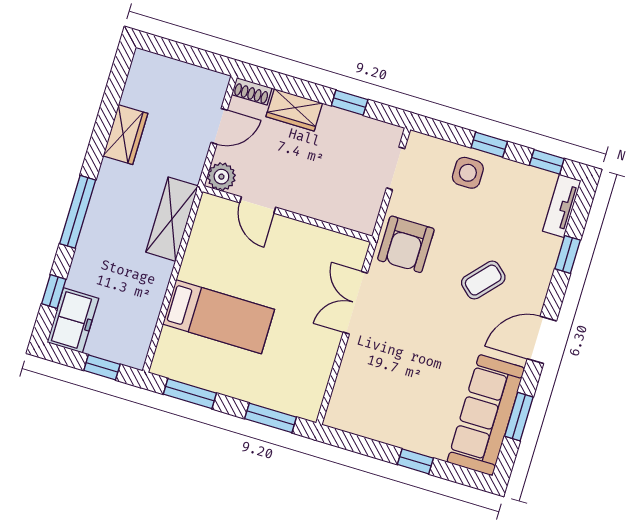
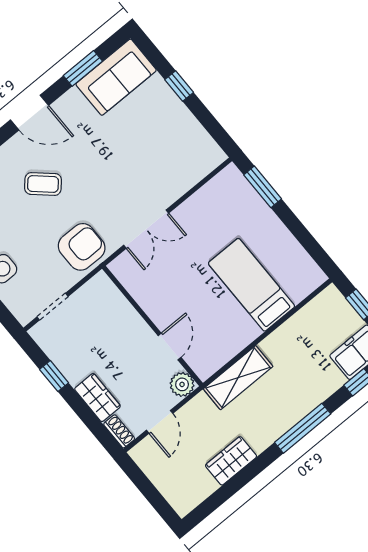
door: (219, 126) -> (160, 422), swing flipped
window: (190, 394) -> (309, 243), removed
sofa: (486, 415) -> (116, 77), width x0.73

